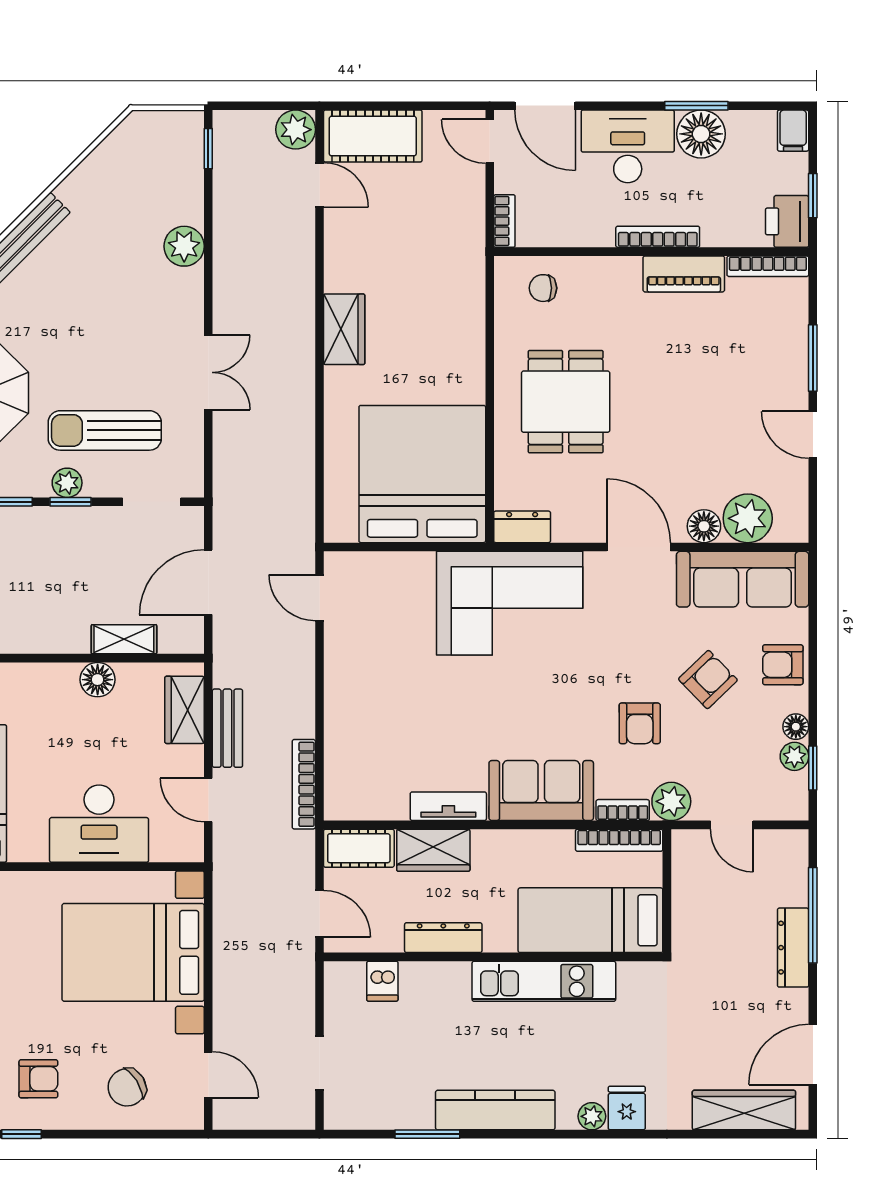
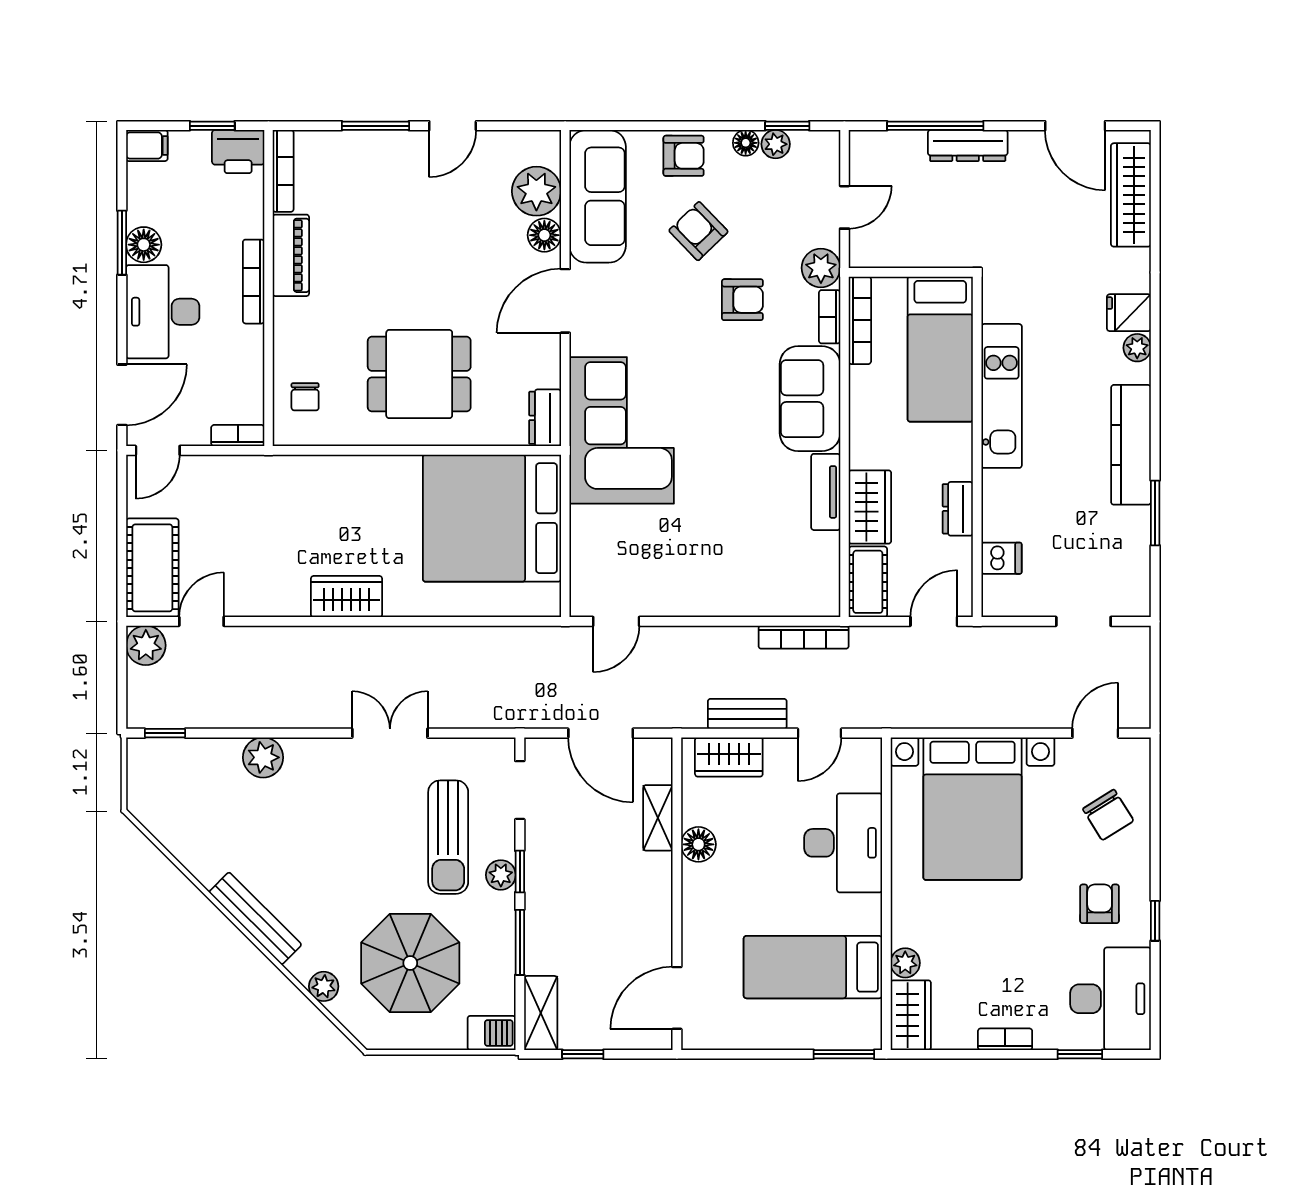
floor lamp: (701, 134) -> (144, 245), width x0.73, depth x0.73
armchair: (783, 665) -> (684, 156), turned -90
dresser: (443, 938) -> (958, 509), width x0.70

